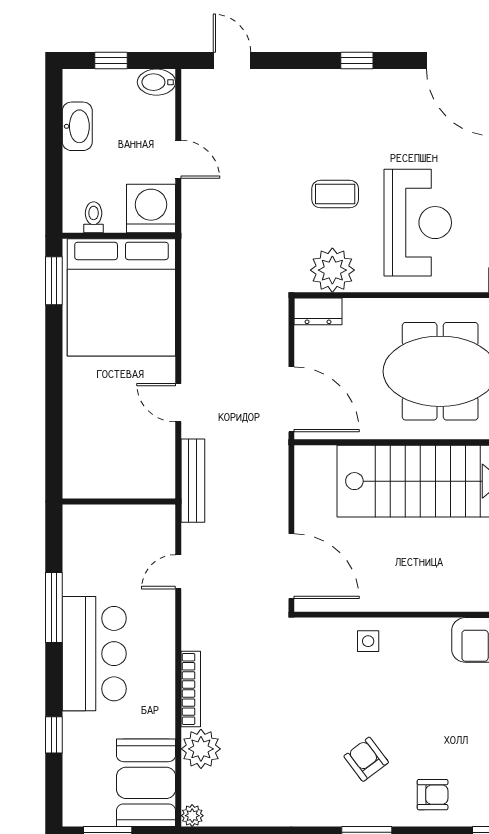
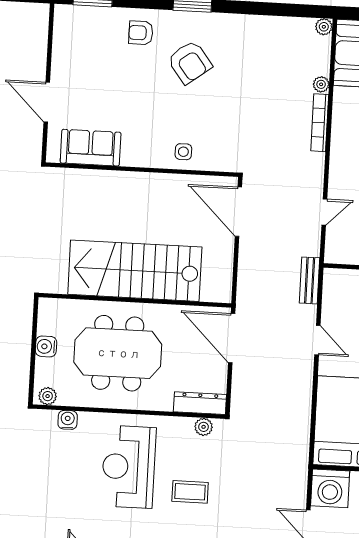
plant: (332, 270) -> (204, 427), width x0.53, depth x0.53
dresser: (318, 311) -> (200, 403), width x1.44
bench: (193, 481) -> (310, 280), width x0.73
plant: (201, 749) -> (321, 84), width x0.53, depth x0.53
armchair: (366, 759) -> (190, 62), width x1.38, depth x1.38

